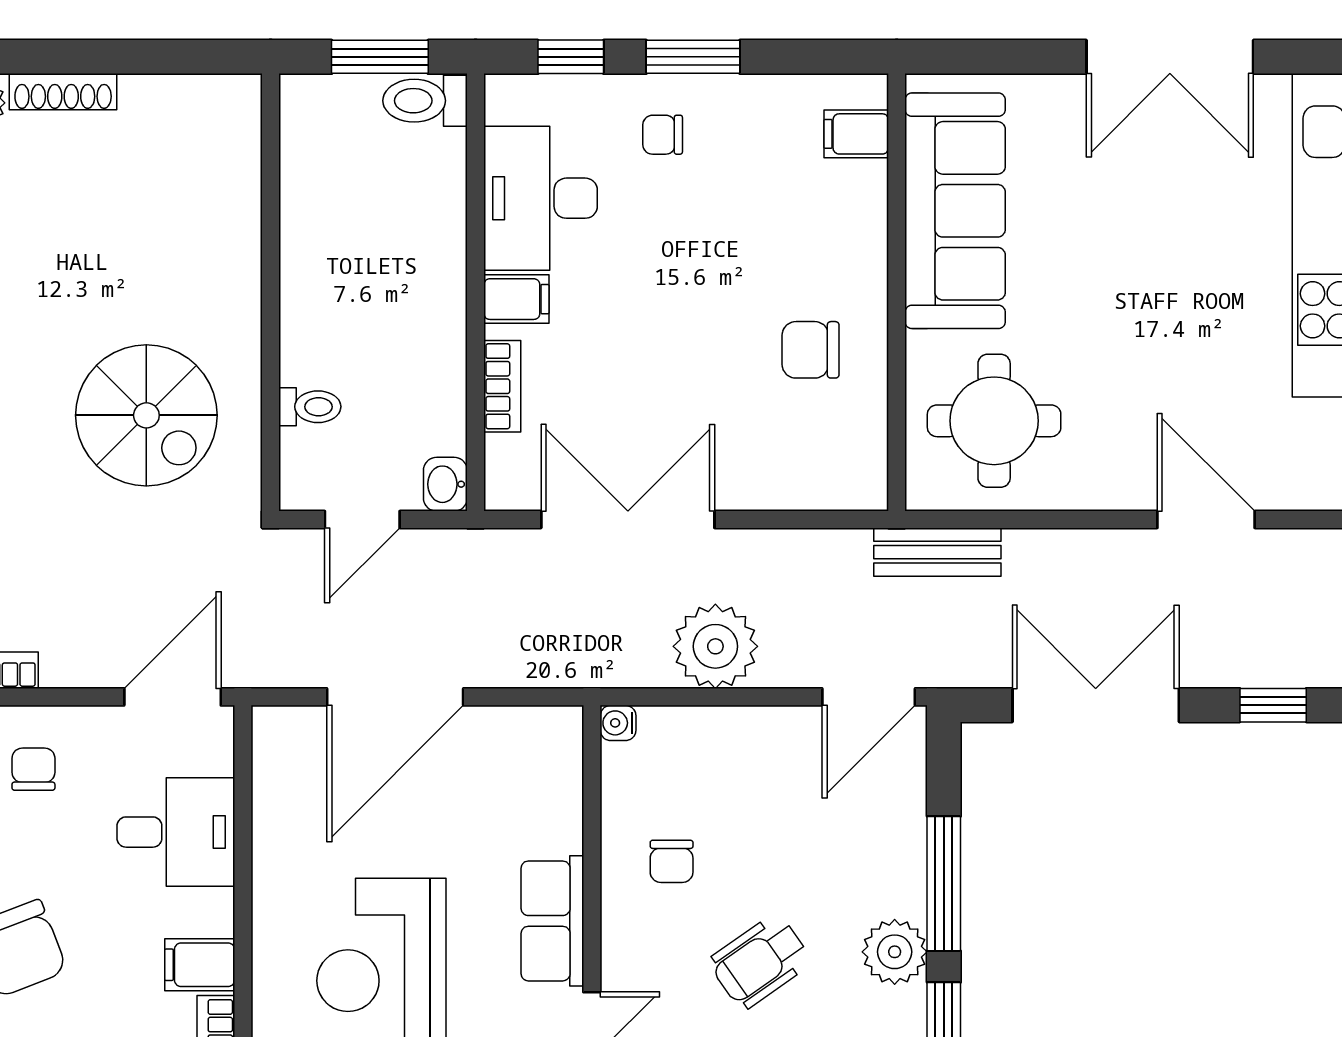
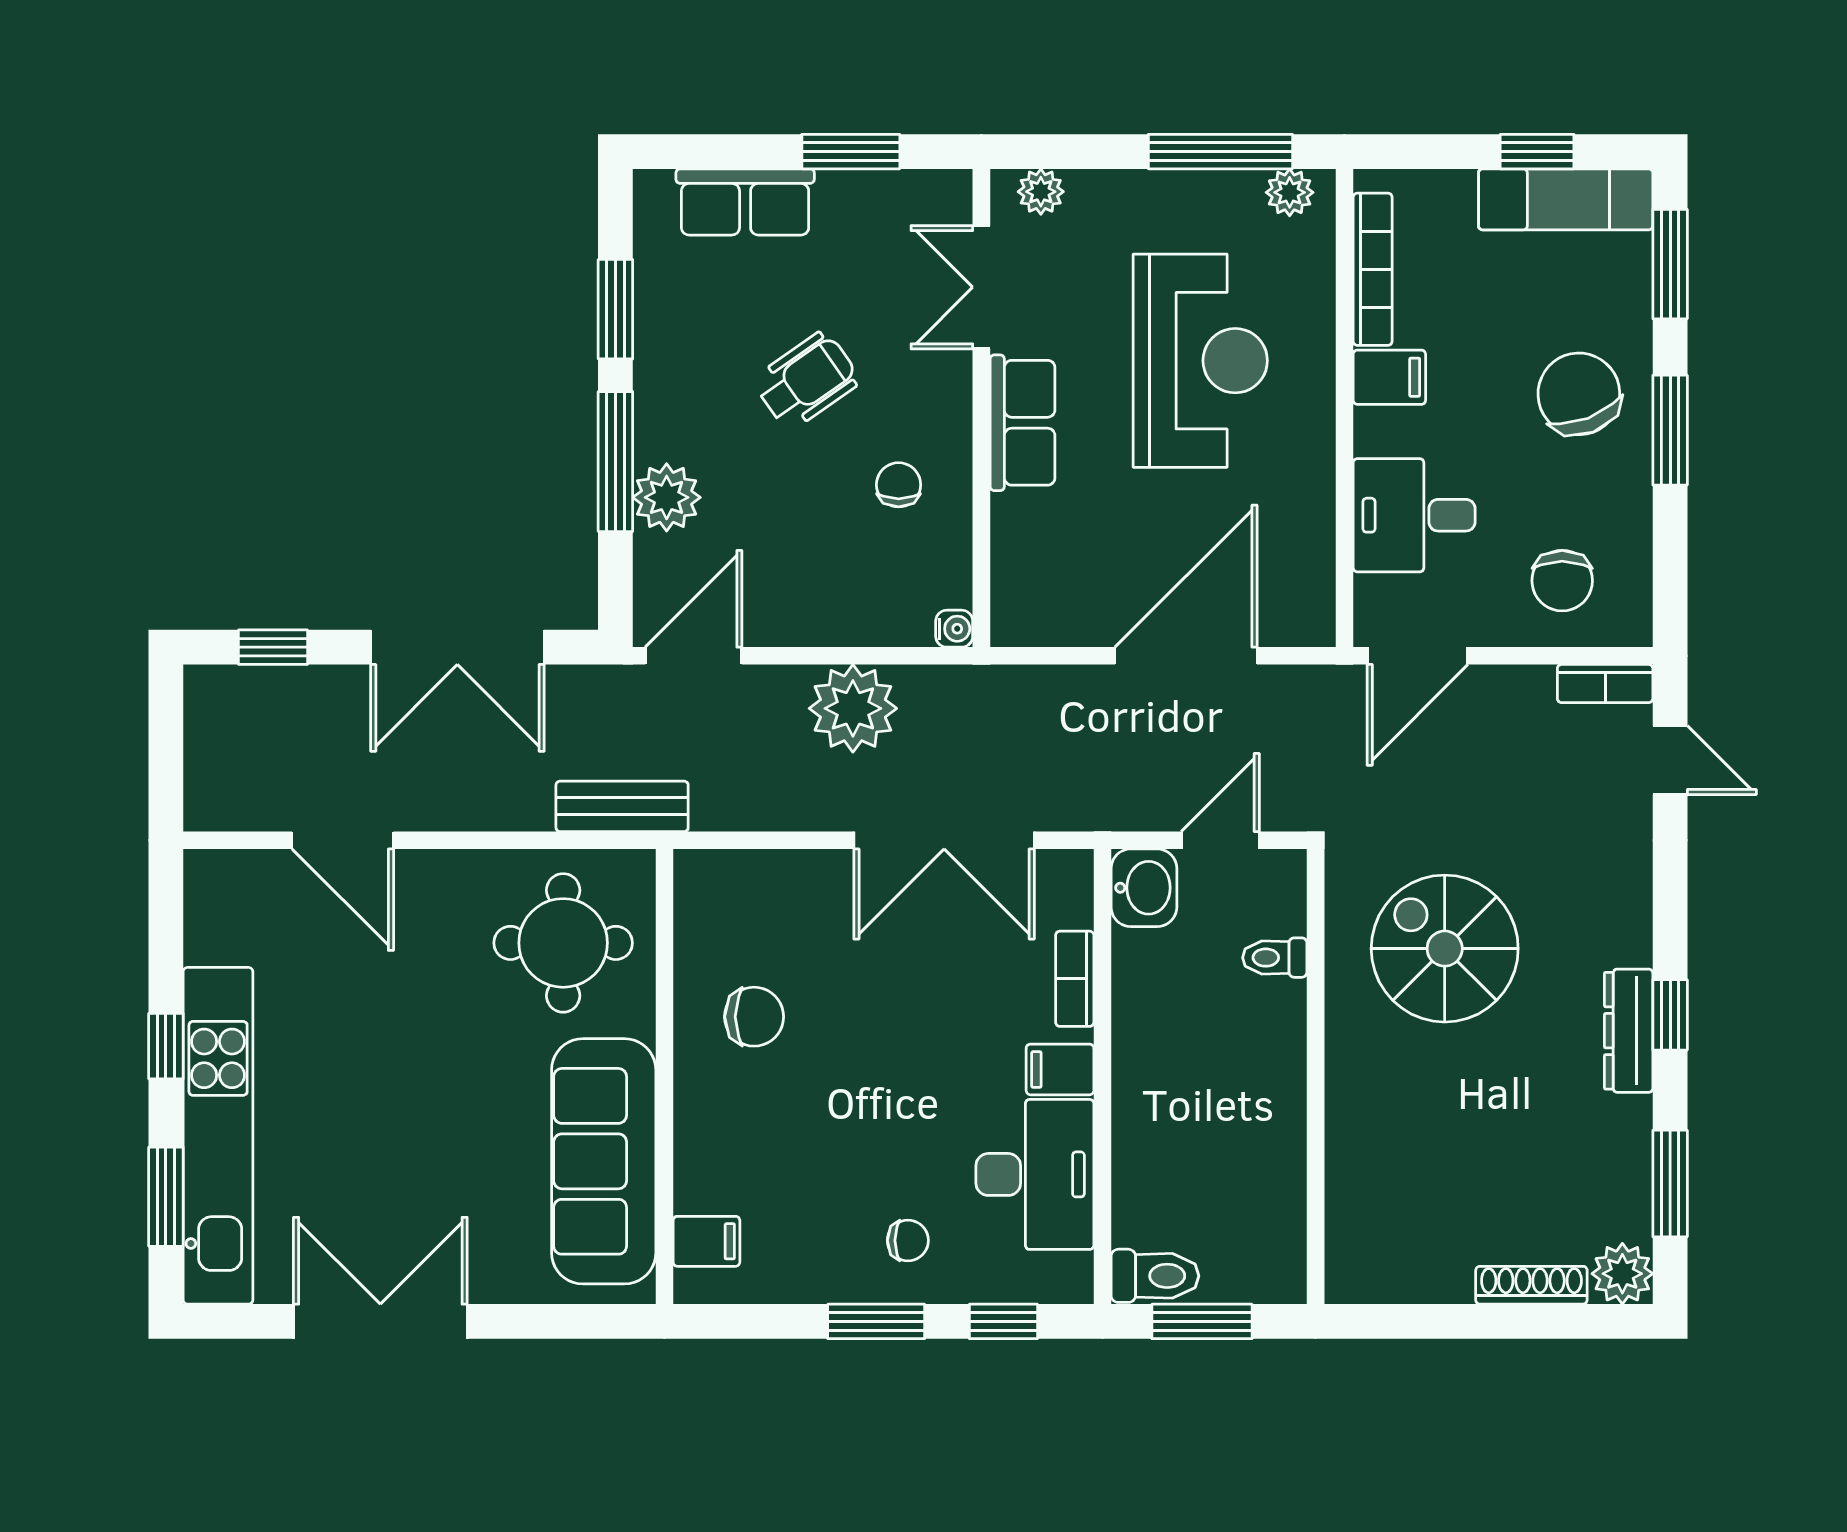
washbasin: (445, 484) -> (1144, 888), width x1.38, depth x1.45
chair: (33, 769) -> (1562, 581), width x1.37, depth x1.37
plant: (895, 952) -> (667, 497), moved

